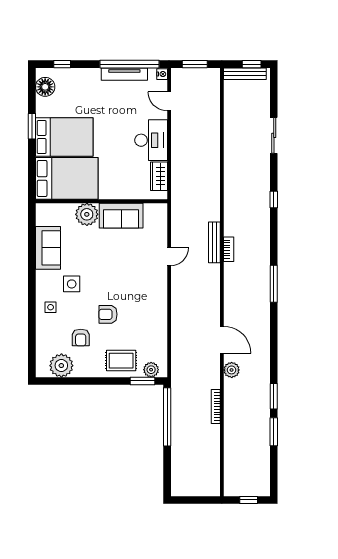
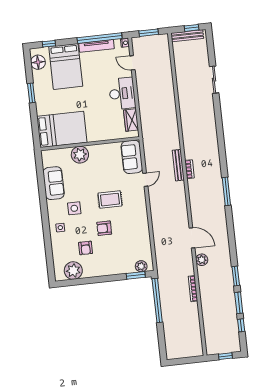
bed: (64, 137) -> (66, 66), moved, turned 90
window: (274, 200) -> (241, 325), moved
sofa: (121, 216) -> (132, 157), moved, turned 90
rug: (121, 361) -> (110, 200), moved

